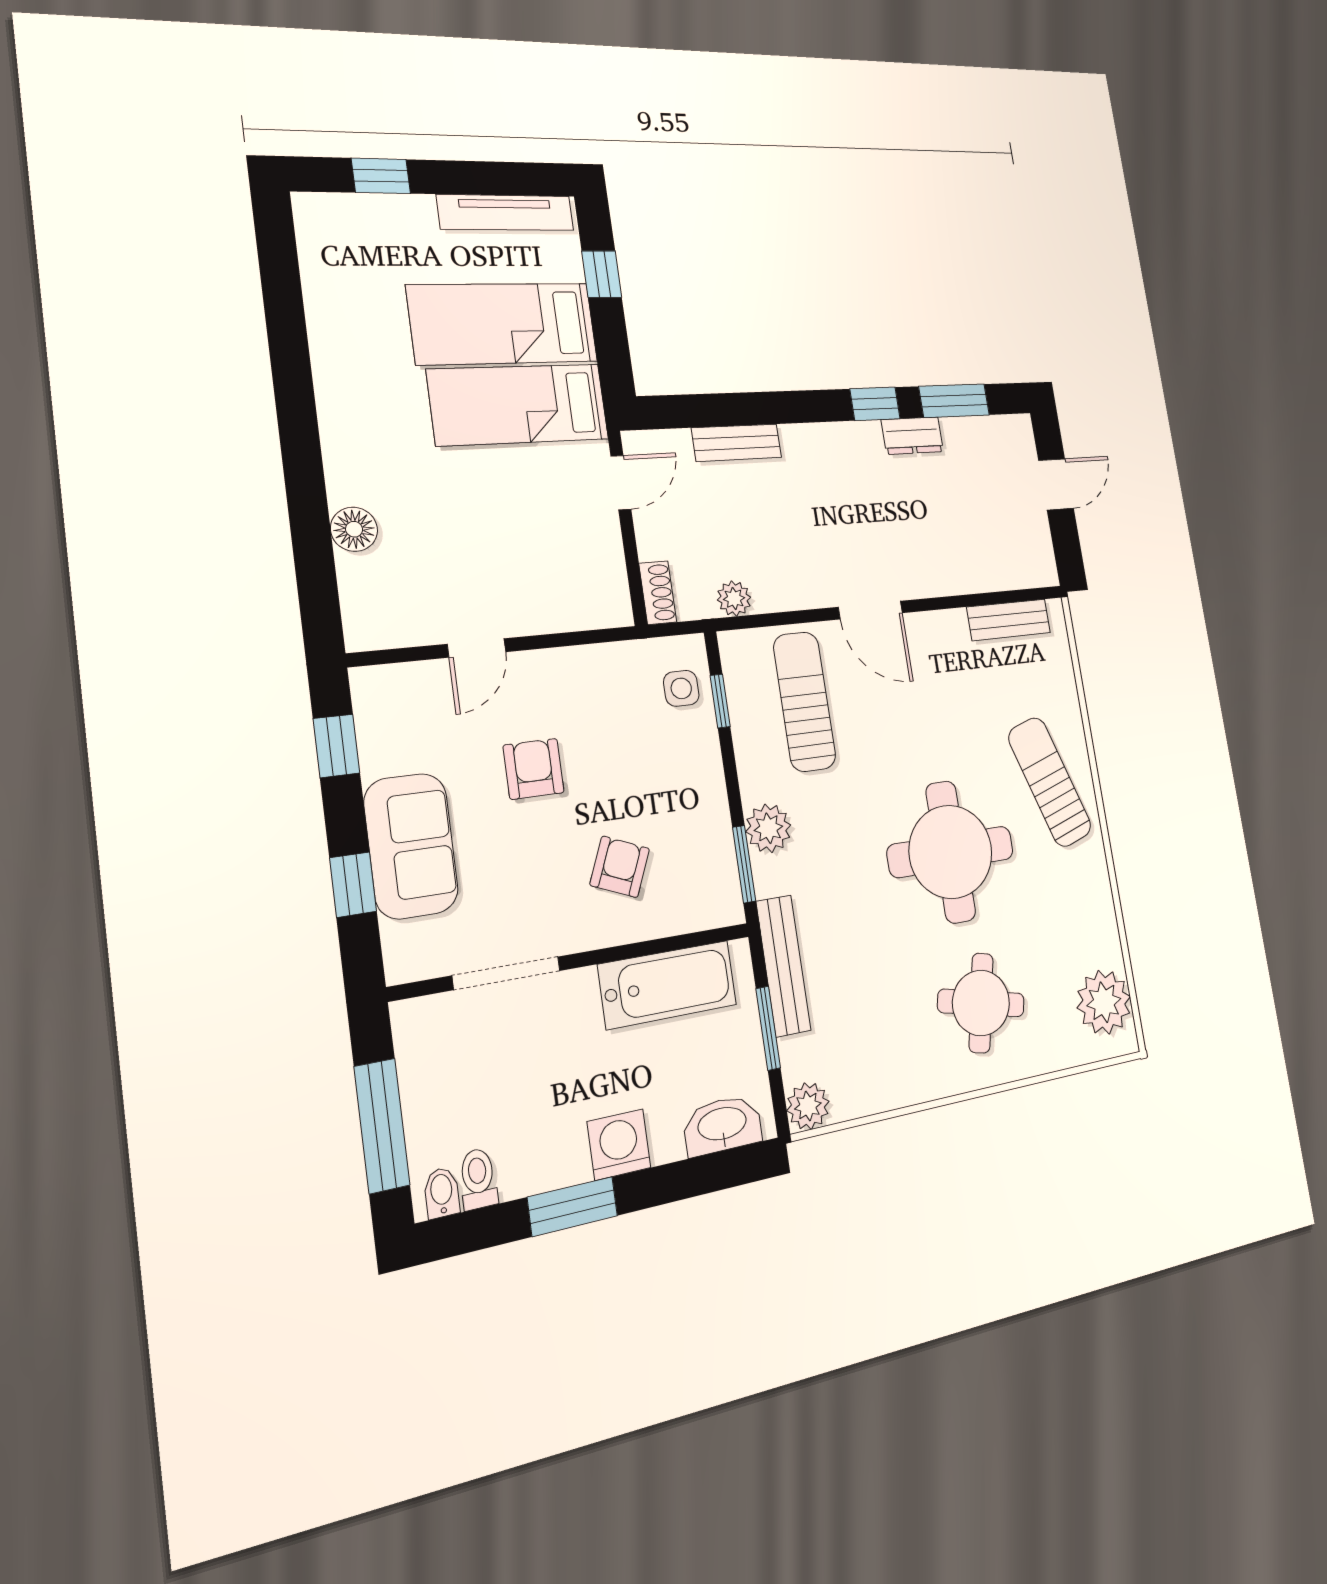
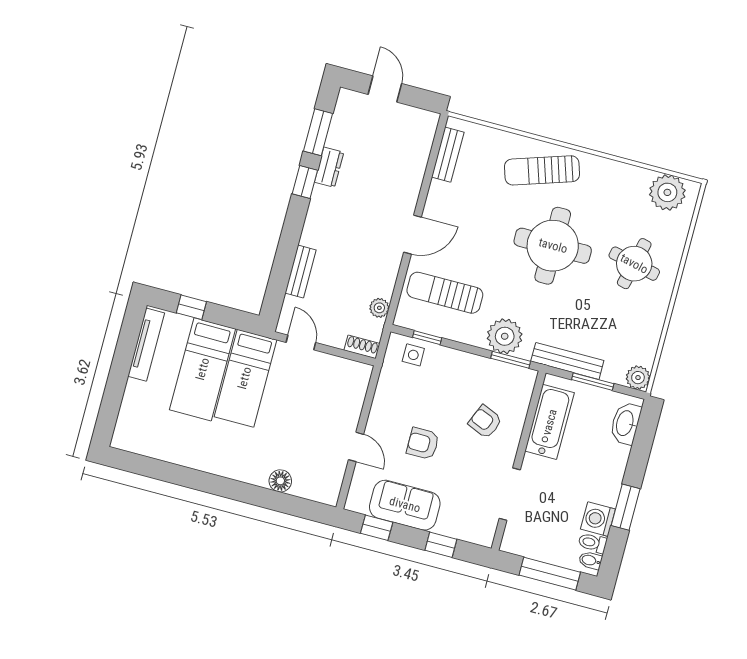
window: (381, 176) -> (112, 400), removed
plant: (768, 828) -> (505, 336), width x1.36, depth x1.36
sofa: (411, 846) -> (405, 505), moved
washing machine: (619, 1145) -> (598, 519), moved

